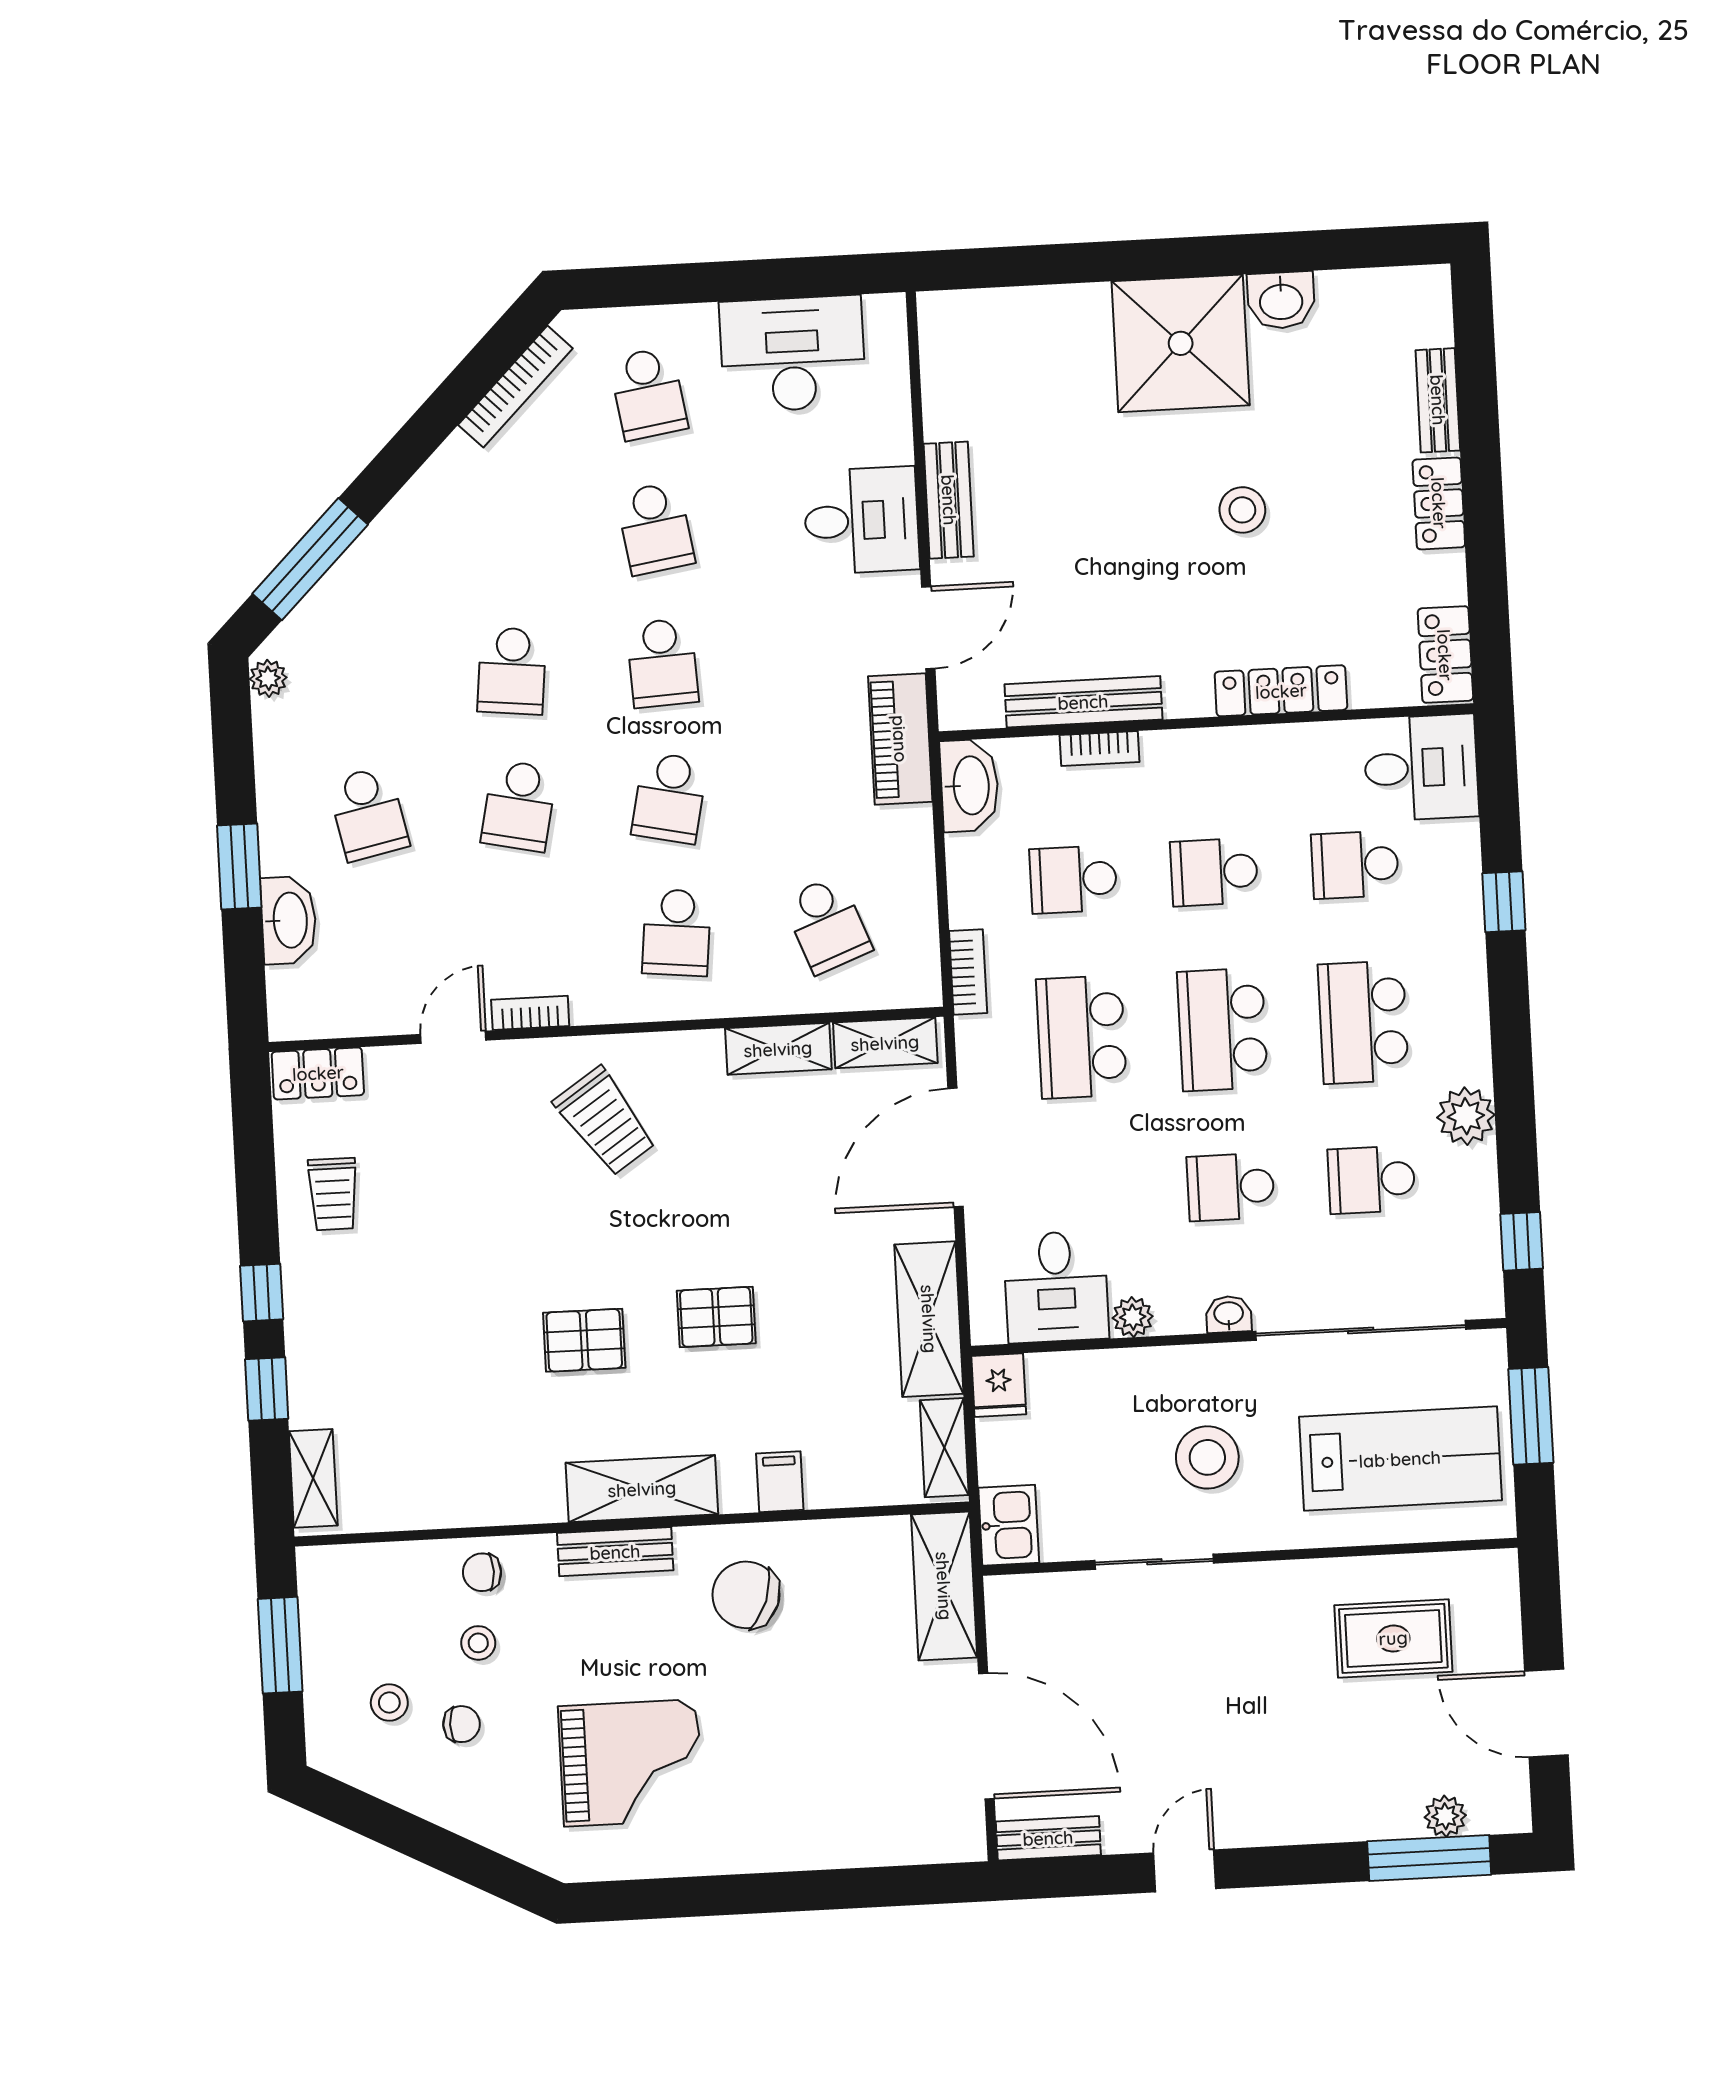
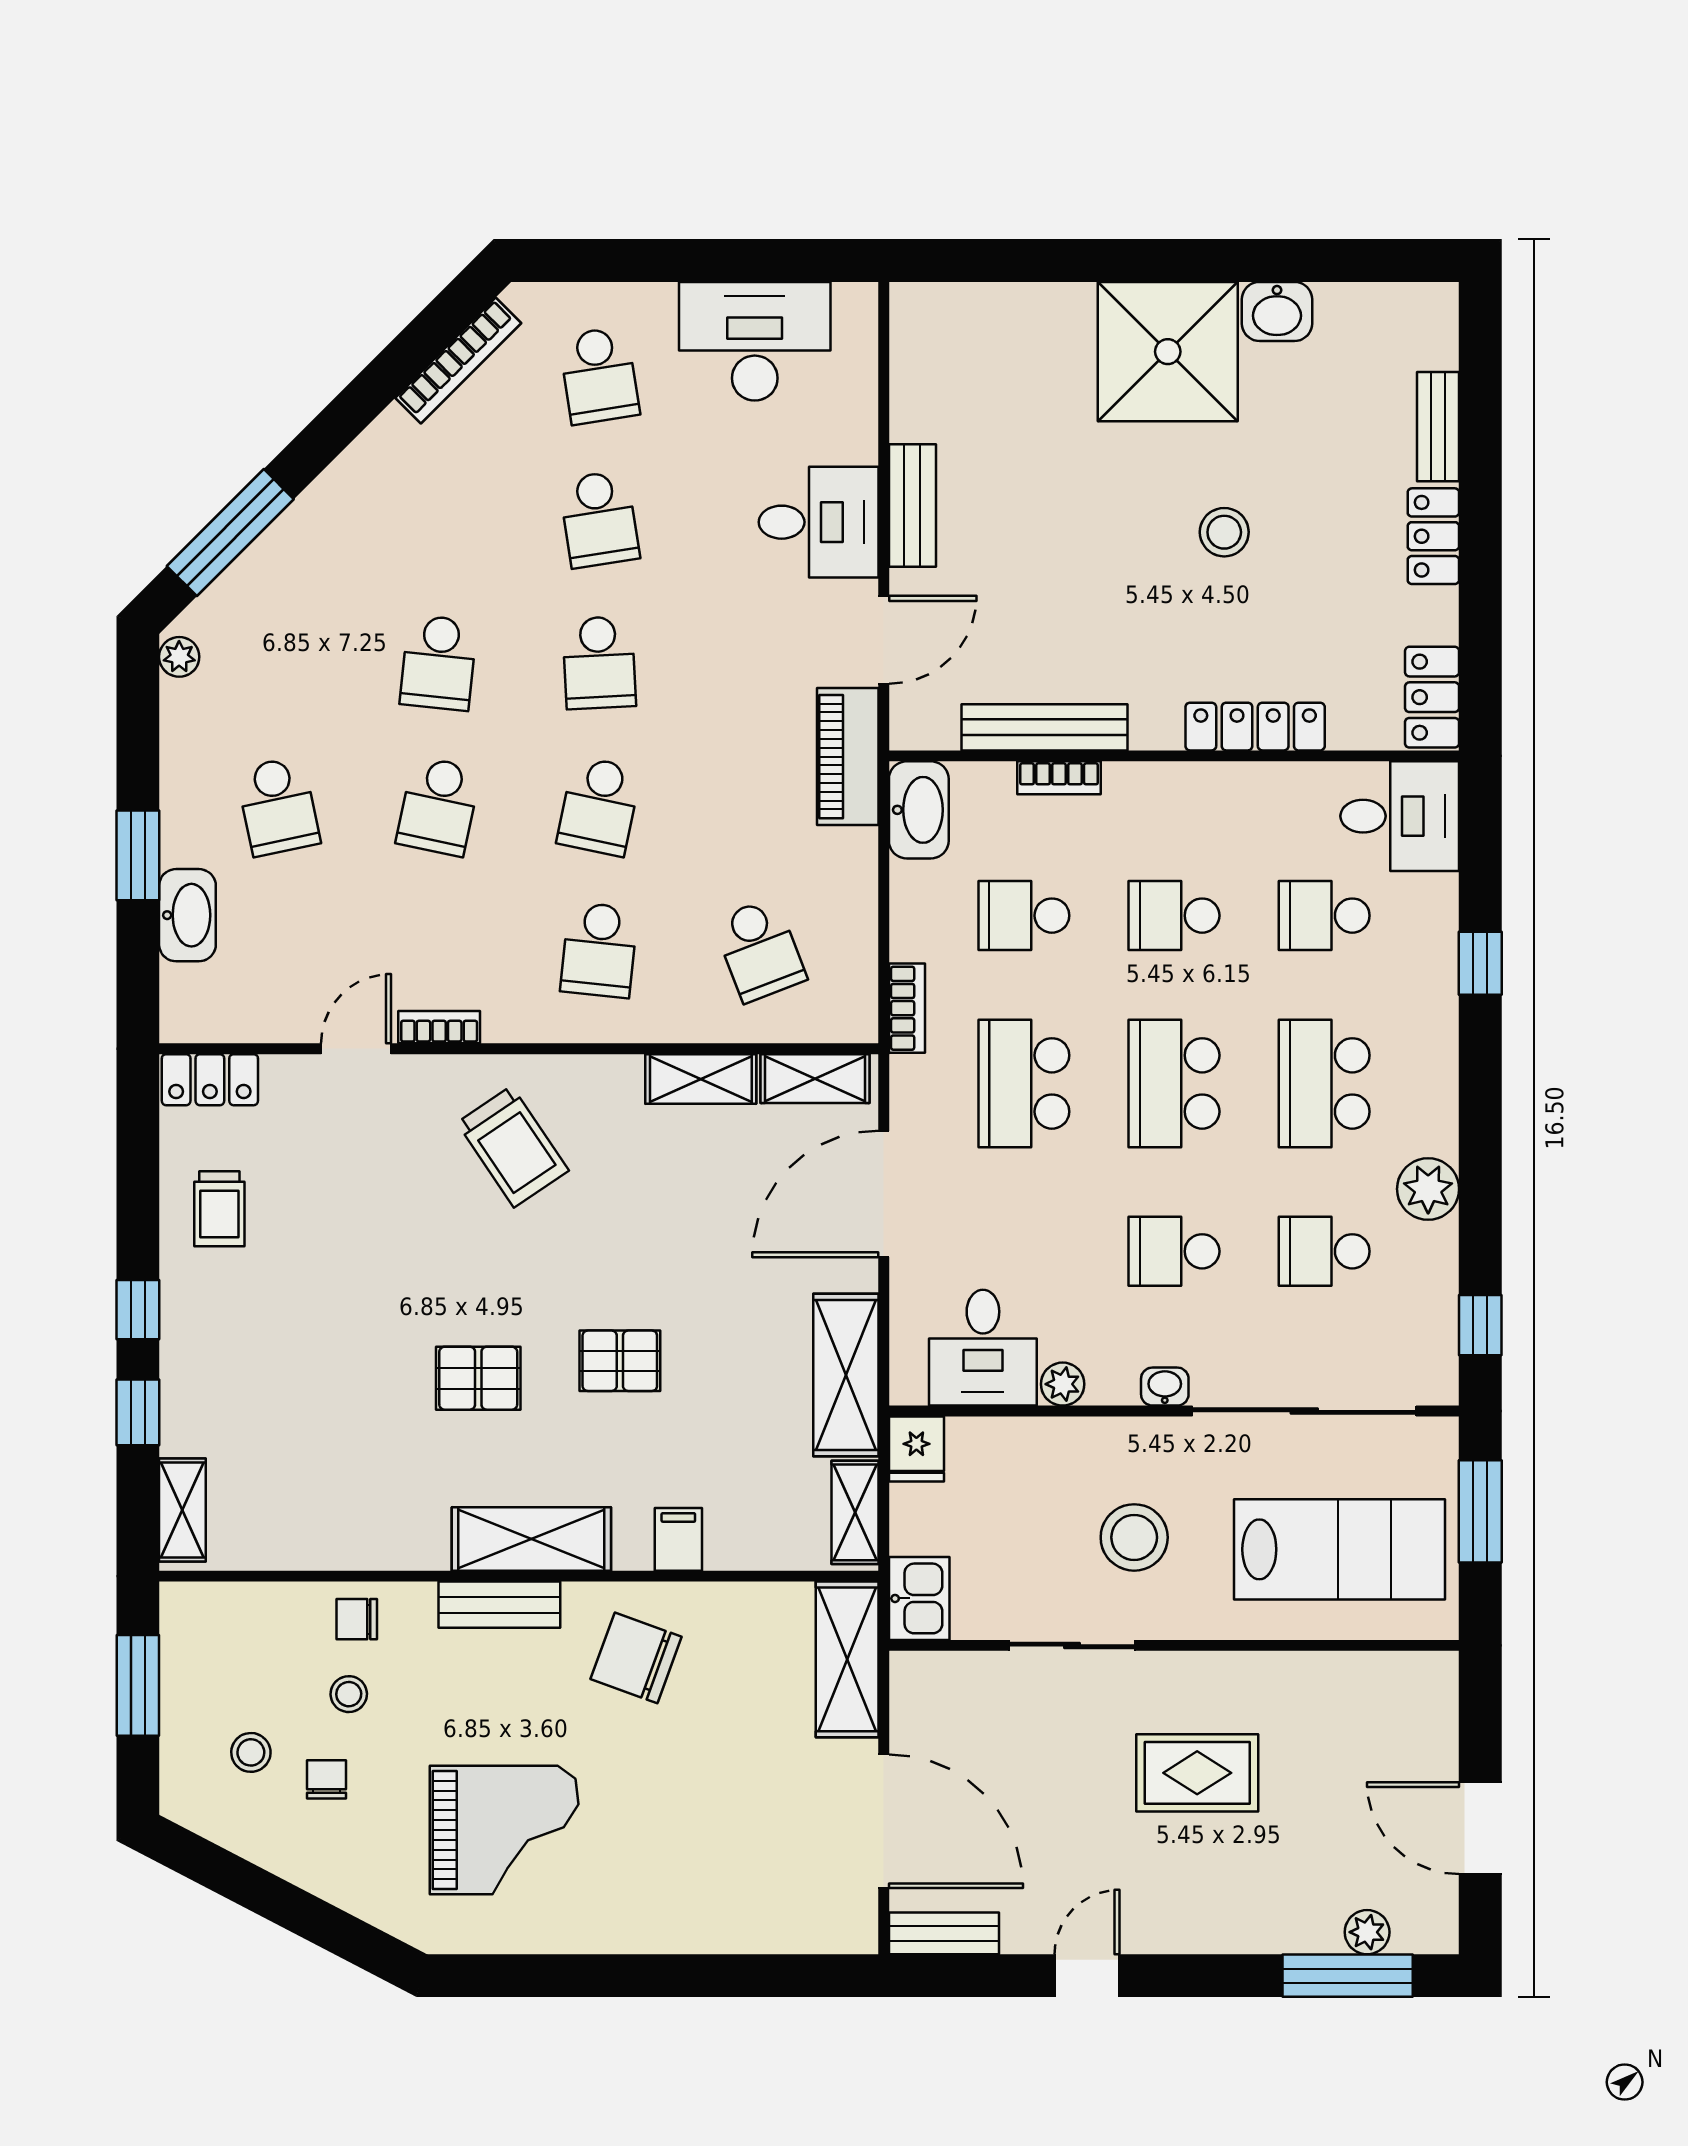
rug: (1393, 1638) -> (1197, 1773), moved
chair: (461, 1724) -> (326, 1779), turned -90

